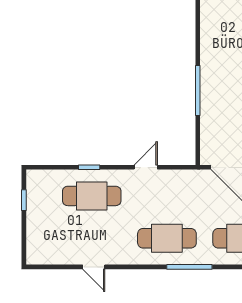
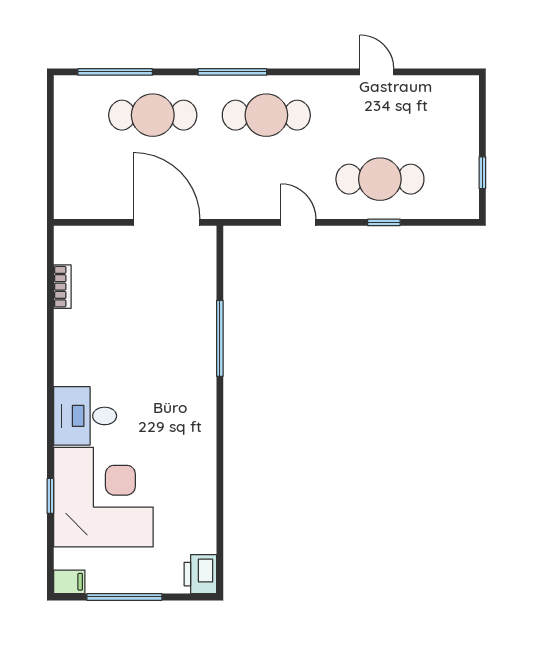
door: (146, 167) -> (298, 222), swing flipped

